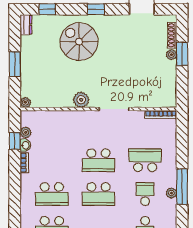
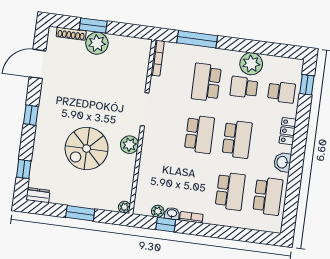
spiral stairs: (79, 42) -> (87, 149), moved
plant: (171, 55) -> (97, 43), width x1.87, depth x1.87
window: (182, 187) -> (197, 39), moved
plant: (171, 193) -> (251, 64), width x1.88, depth x1.88

